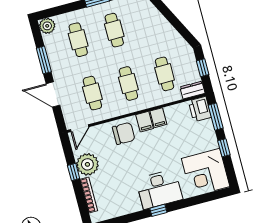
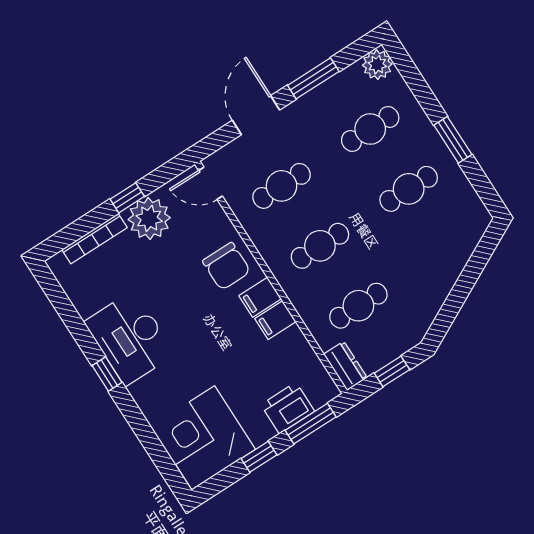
printer: (200, 109) -> (288, 408), moved
desk: (159, 189) -> (130, 338), moved

